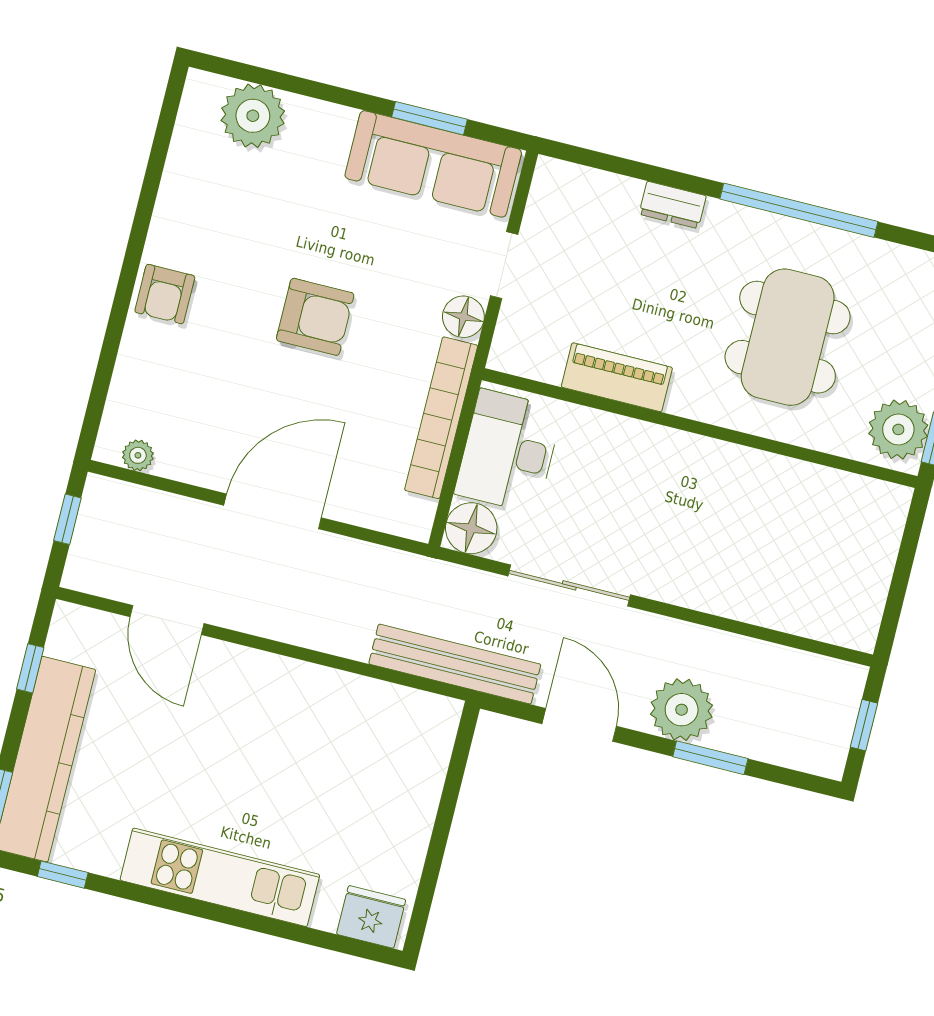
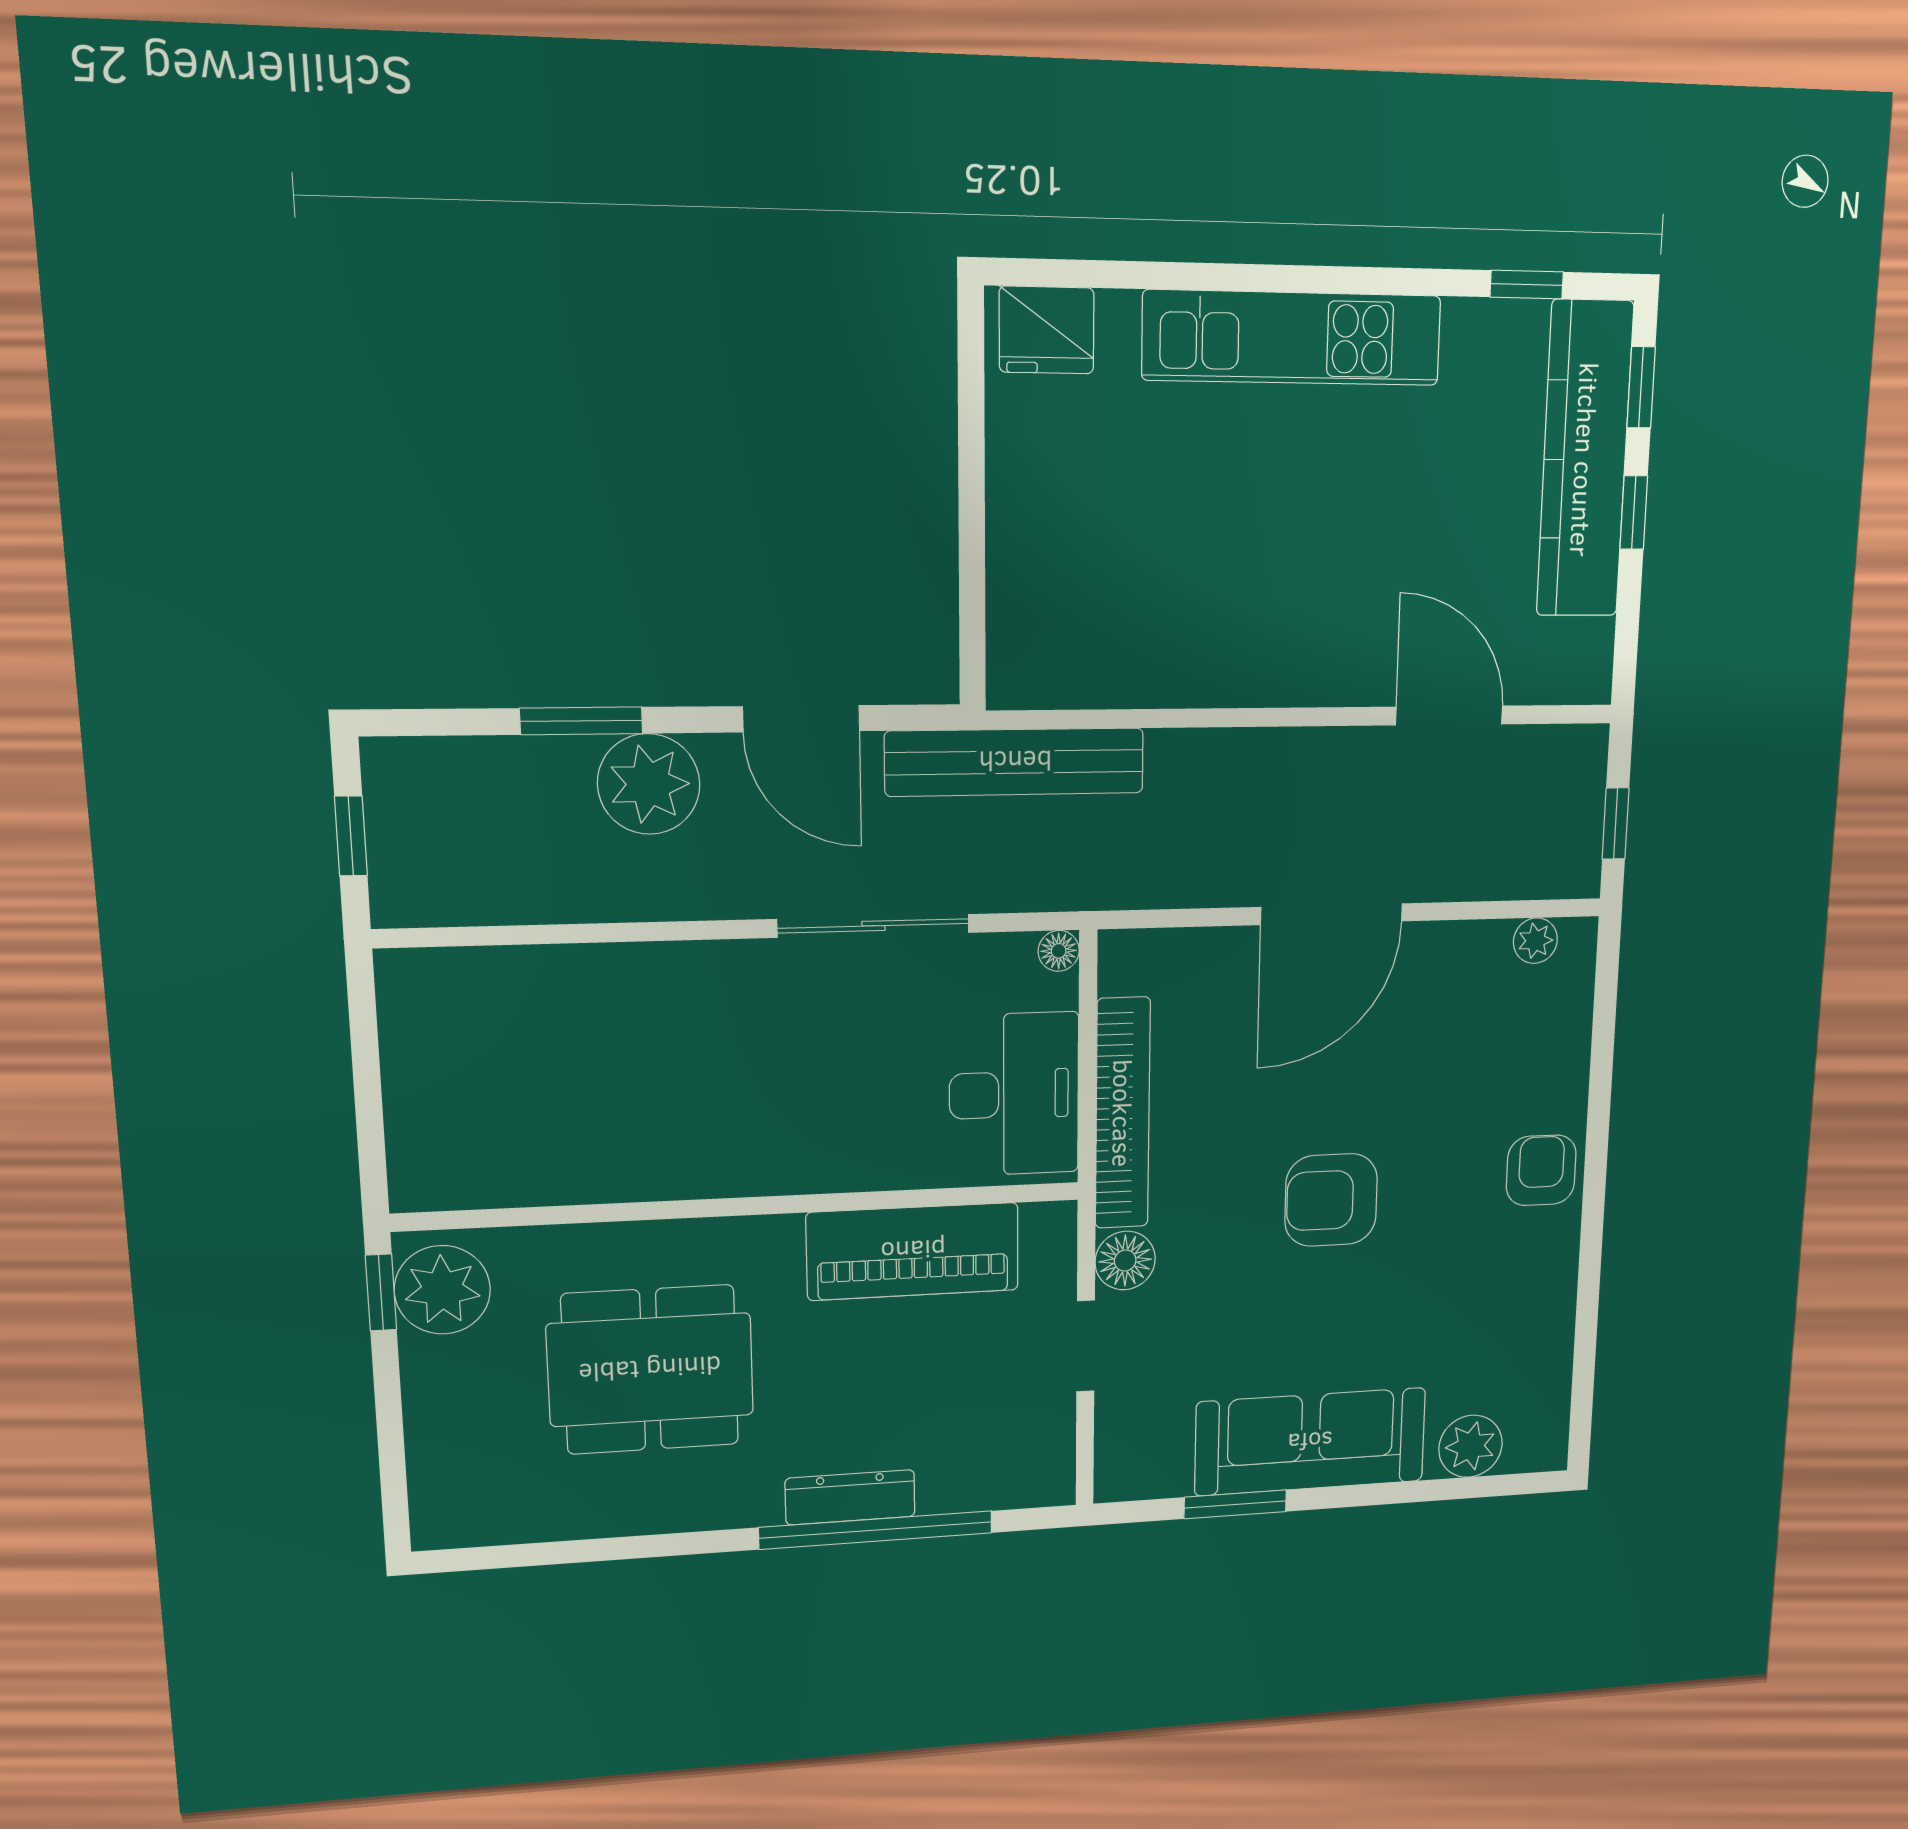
plant: (253, 116) -> (1471, 1446), width x0.73, depth x0.73
sofa: (433, 164) -> (1310, 1442), moved
dresser: (673, 205) -> (850, 1497), width x1.44
window: (799, 210) -> (876, 1530), moved
dining table: (788, 337) -> (650, 1370), turned 90
piano: (617, 377) -> (913, 1251), width x1.37, depth x1.33
floor lamp: (471, 528) -> (1059, 951), width x0.53, depth x0.53
window: (30, 668) -> (1634, 513), moved

